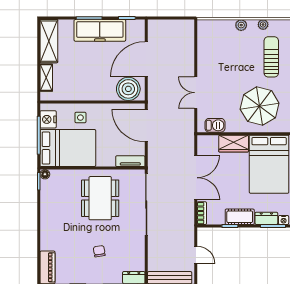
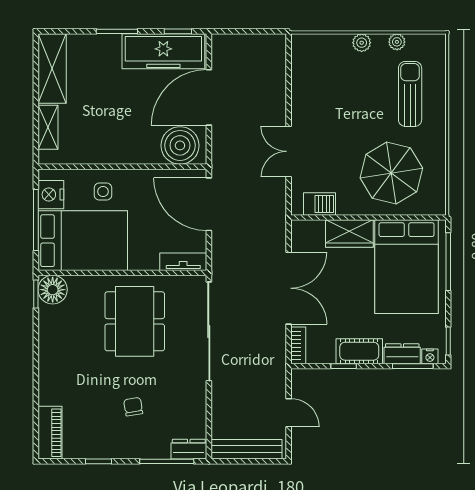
freezer: (100, 30) -> (163, 51), moved
floor lamp: (45, 174) -> (53, 290), width x1.89, depth x1.89

